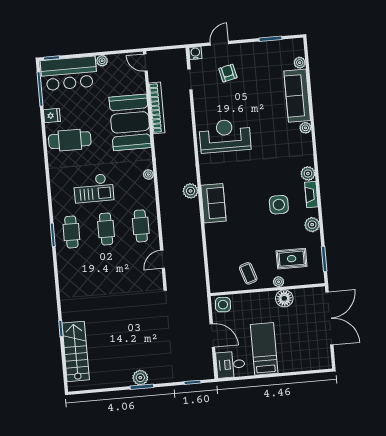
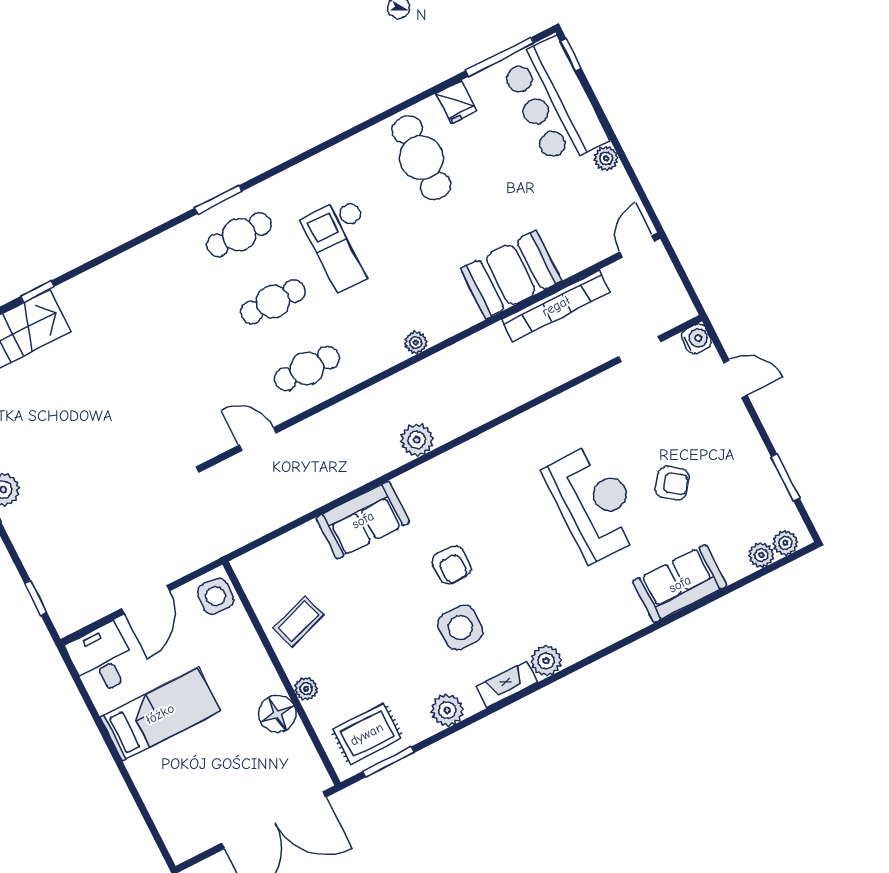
armchair: (228, 73) -> (672, 483), moved, turned 51
sofa: (297, 96) -> (680, 584), width x0.73
booth: (130, 122) -> (511, 275), width x0.73, depth x0.70
plant: (305, 128) -> (785, 543), moved
reception desk: (225, 136) -> (594, 502), moved
armchair: (250, 198) -> (452, 565), added
sofa: (213, 203) -> (363, 520), moved
rug: (292, 259) -> (367, 734), moved, turned 90

